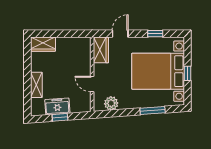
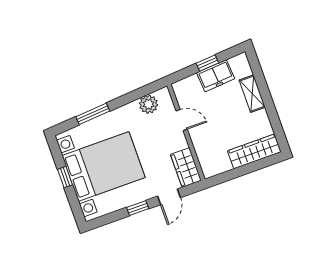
window: (155, 34) -> (138, 208), moved
wardrobe: (43, 44) -> (254, 151), width x1.50

